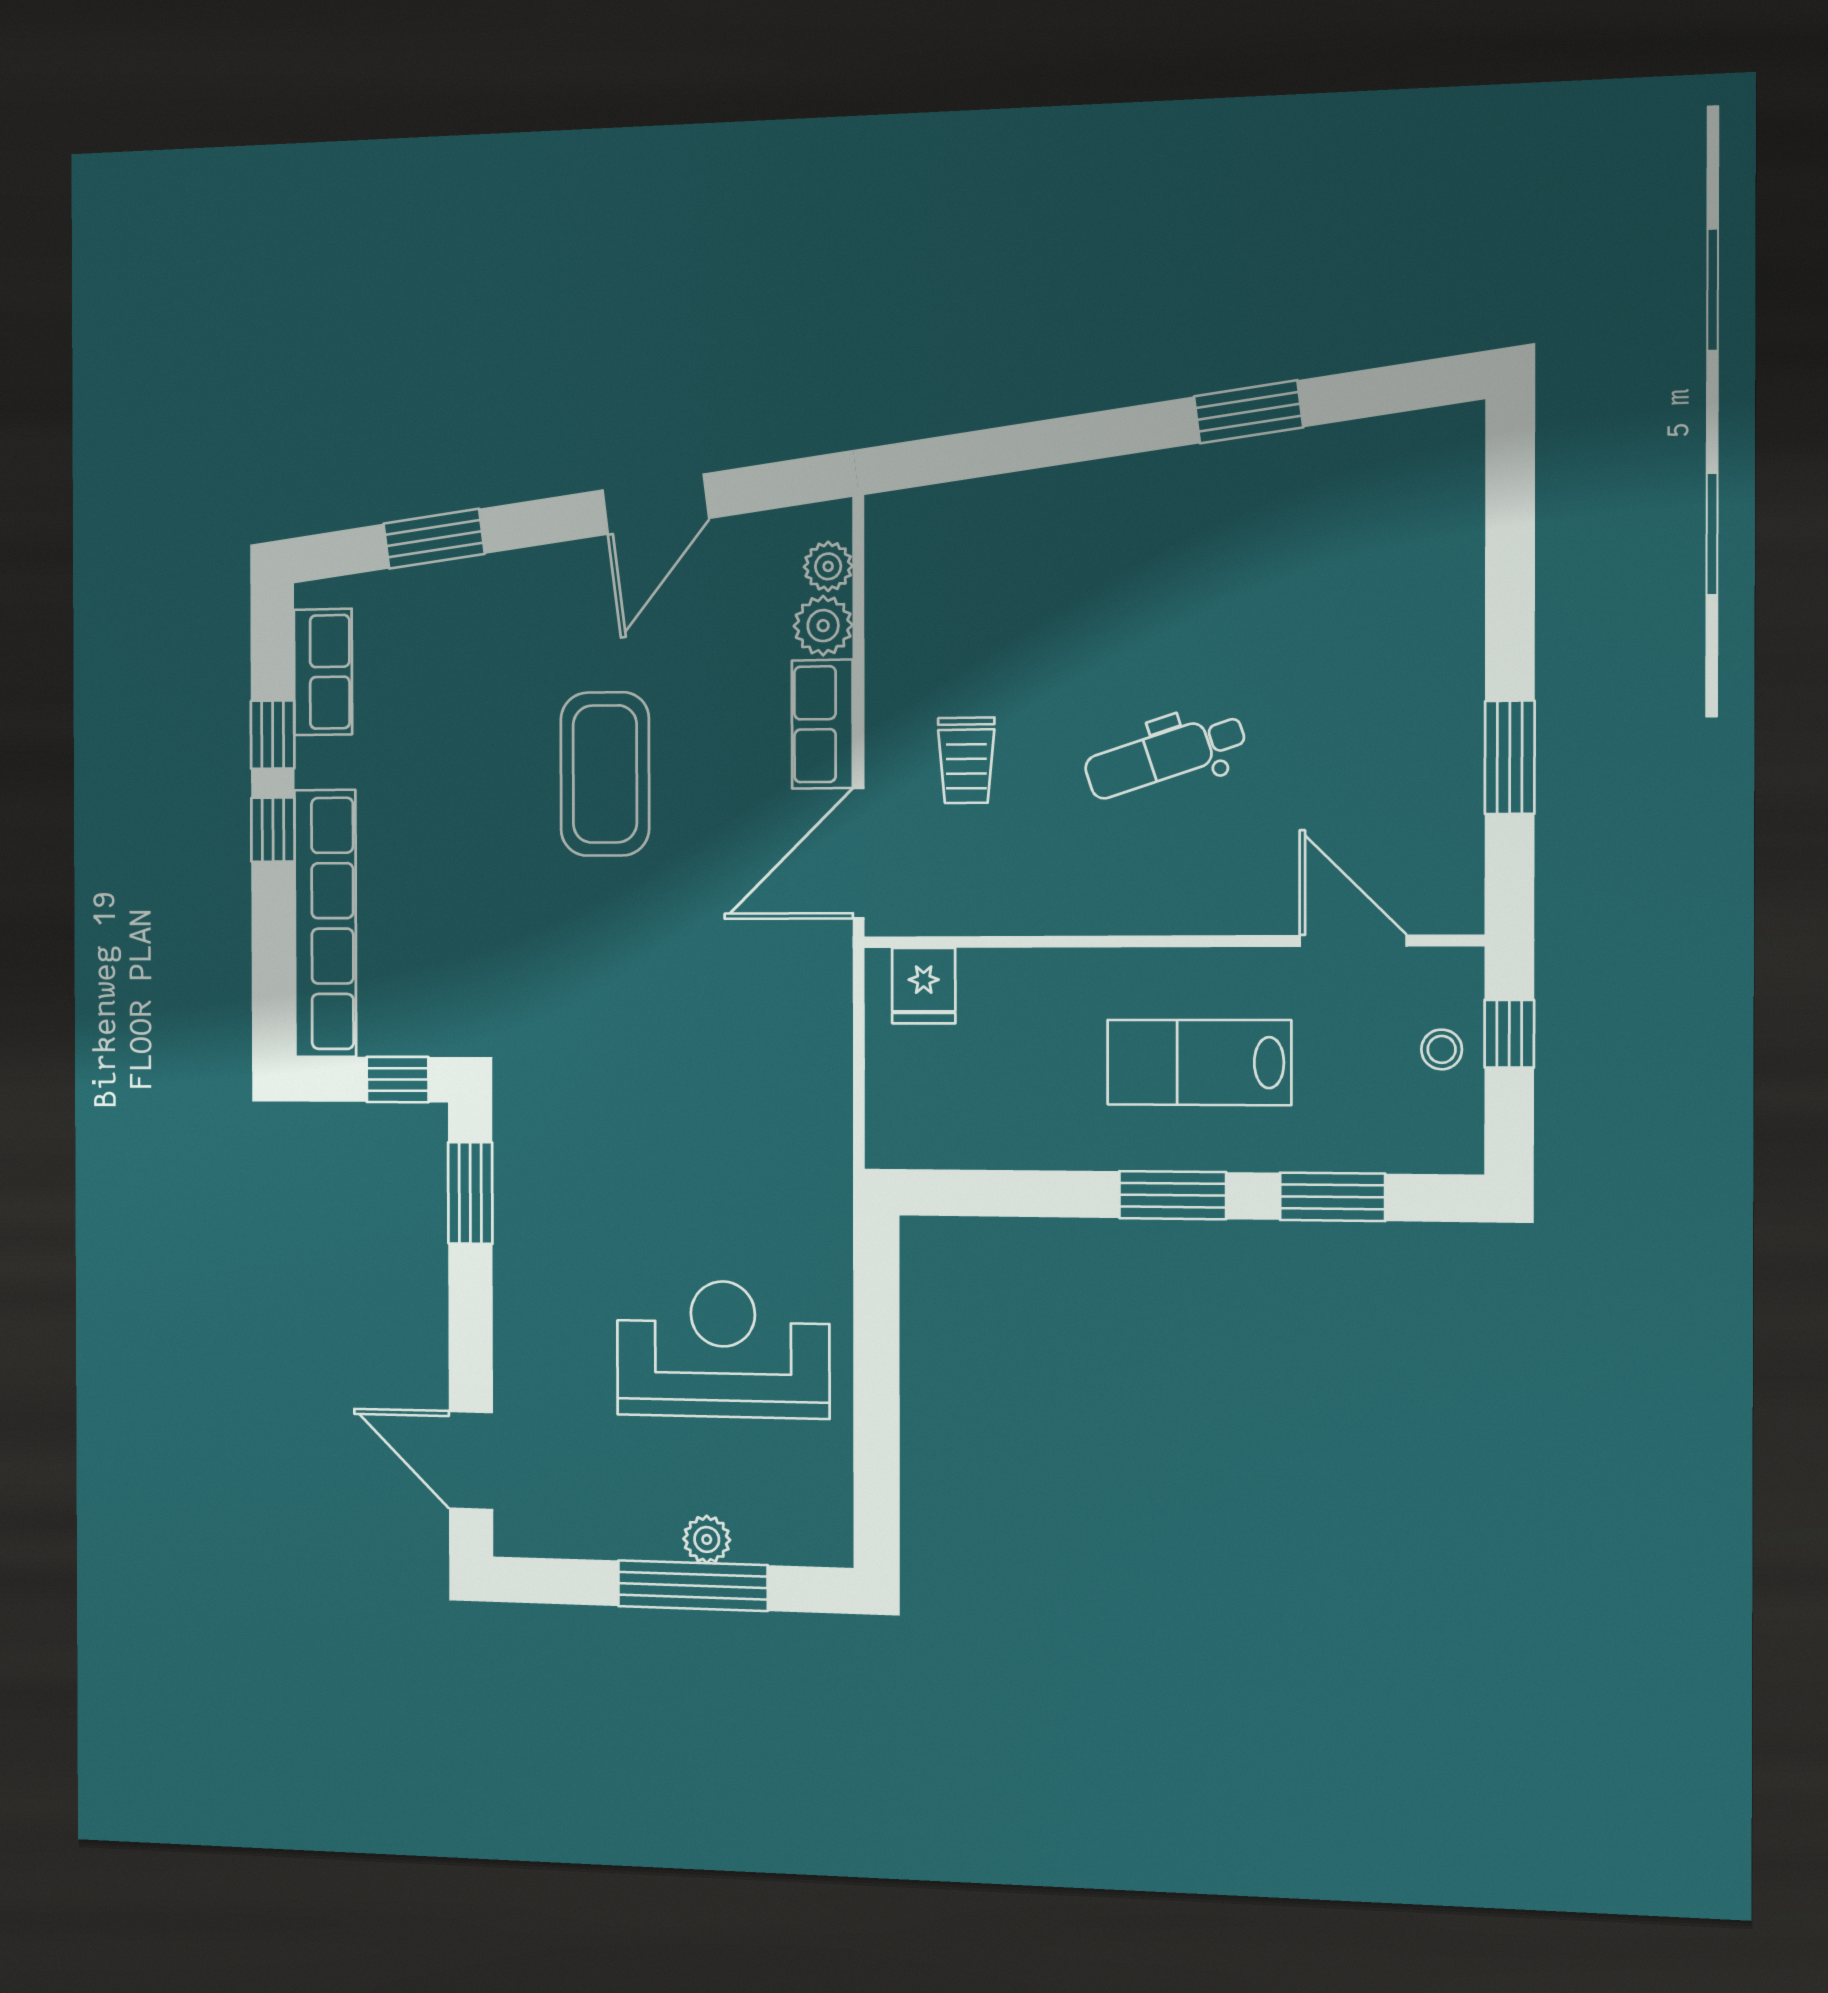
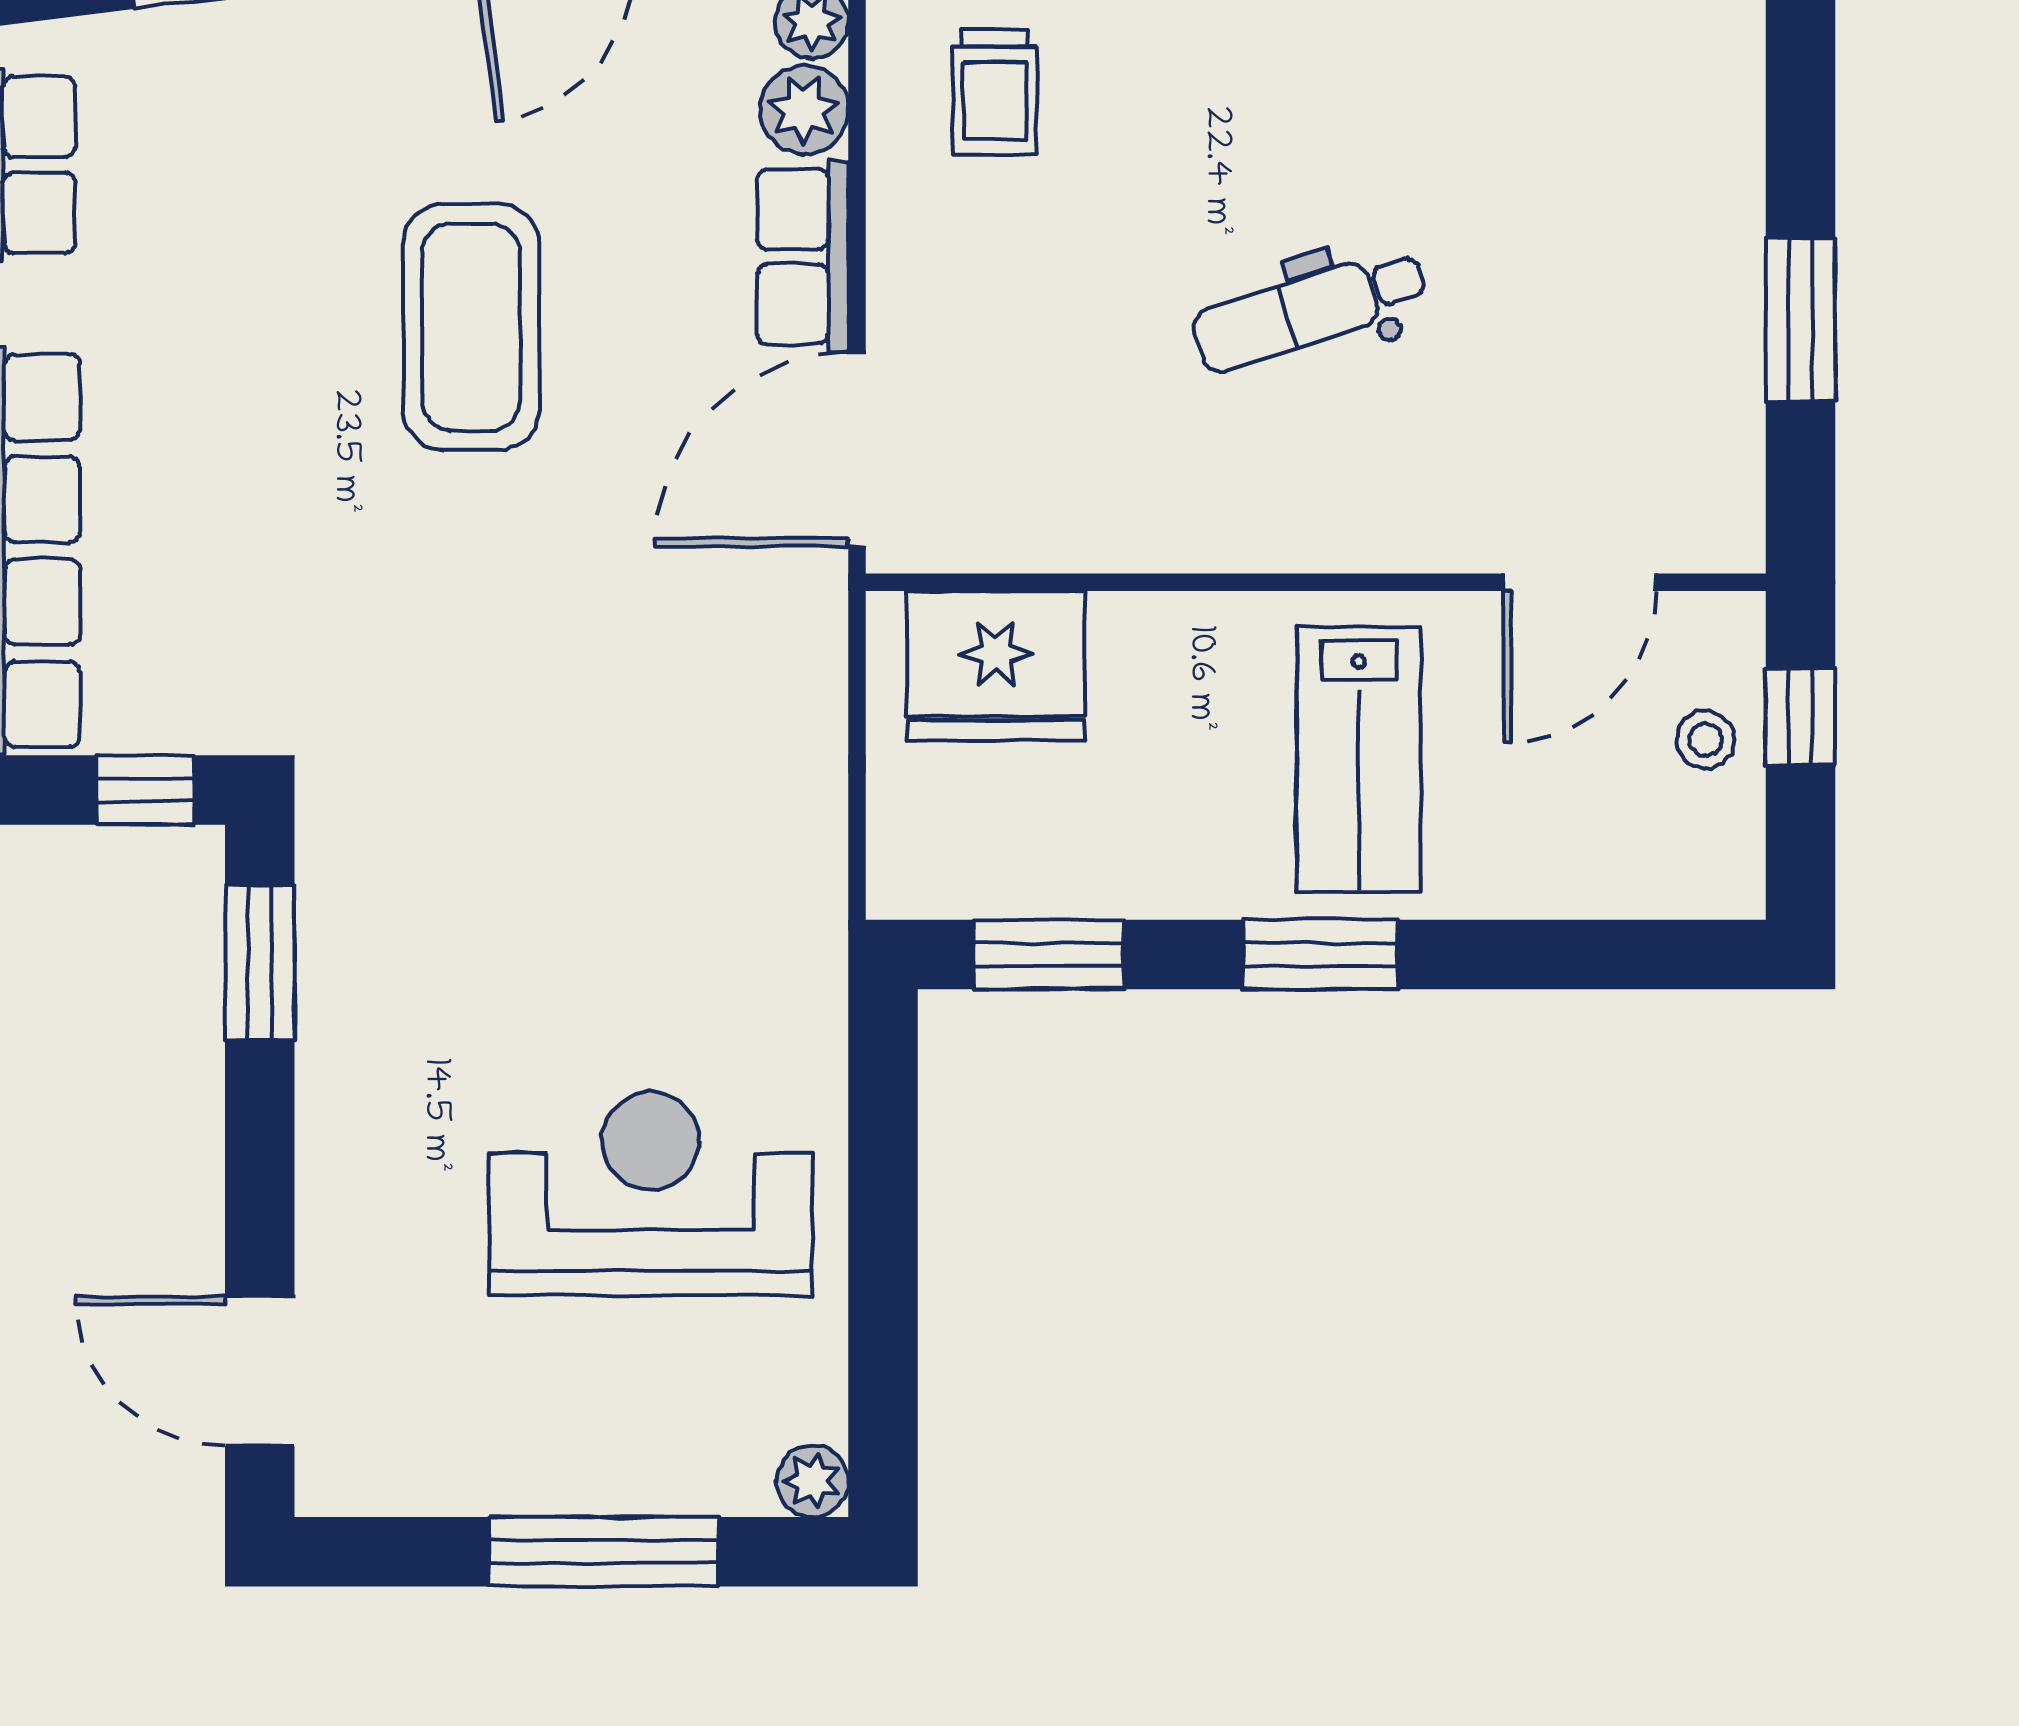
trolley: (966, 760) -> (995, 92), moved
door: (1353, 941) -> (1580, 582), swing flipped
fridge: (924, 986) -> (996, 666), width x1.88, depth x1.34
lab bench: (1199, 1062) -> (1359, 760), turned -90
window: (1332, 1197) -> (1049, 954), moved
plant: (707, 1539) -> (812, 1481), moved

